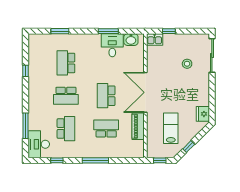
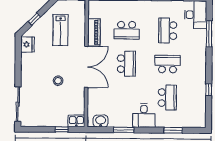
desk: (112, 45) -> (144, 115), moved
stool: (187, 64) -> (58, 81), moved
window: (189, 147) -> (34, 19), moved

